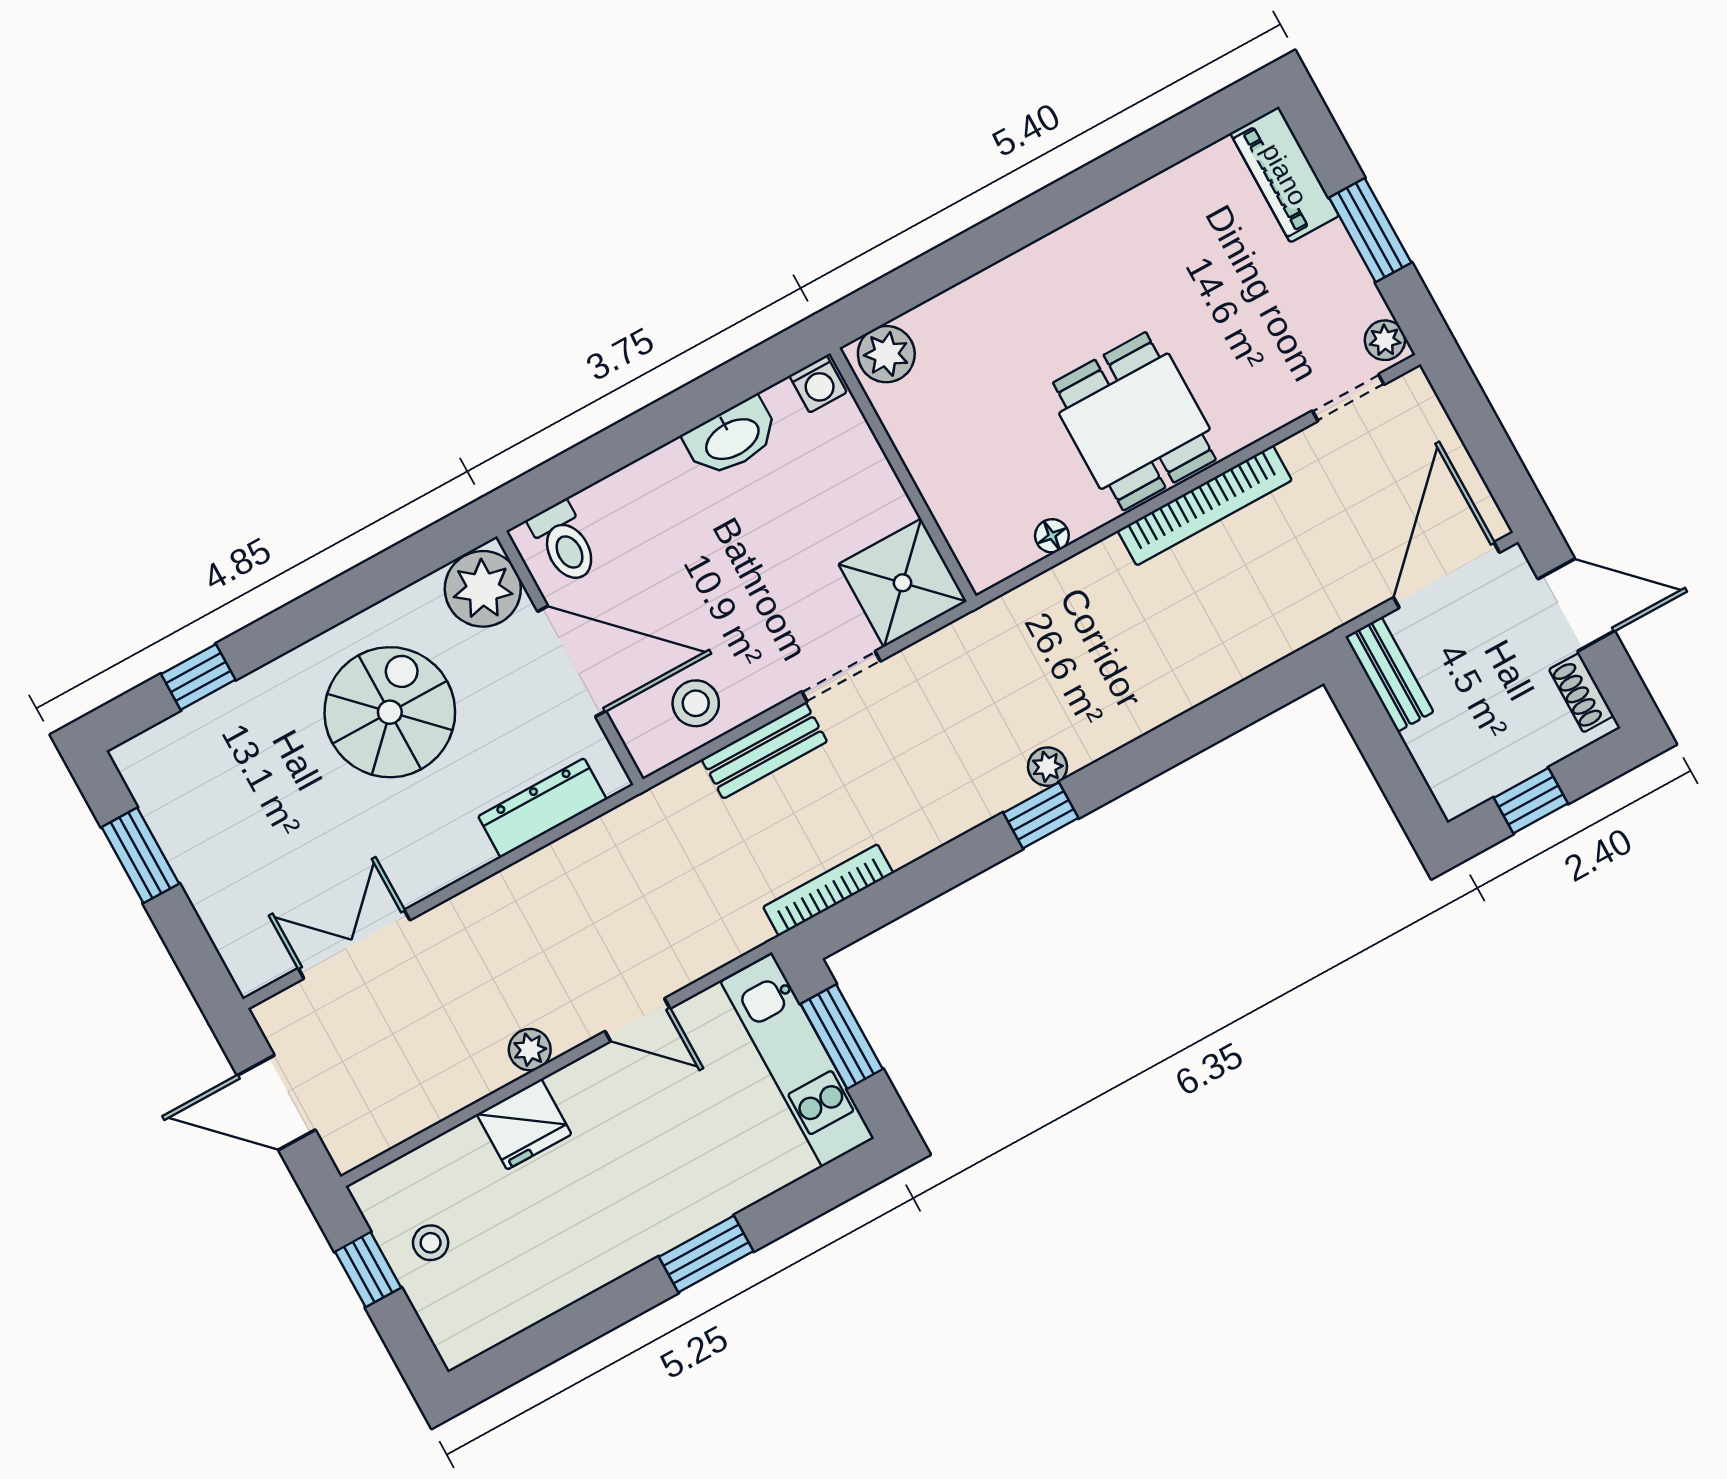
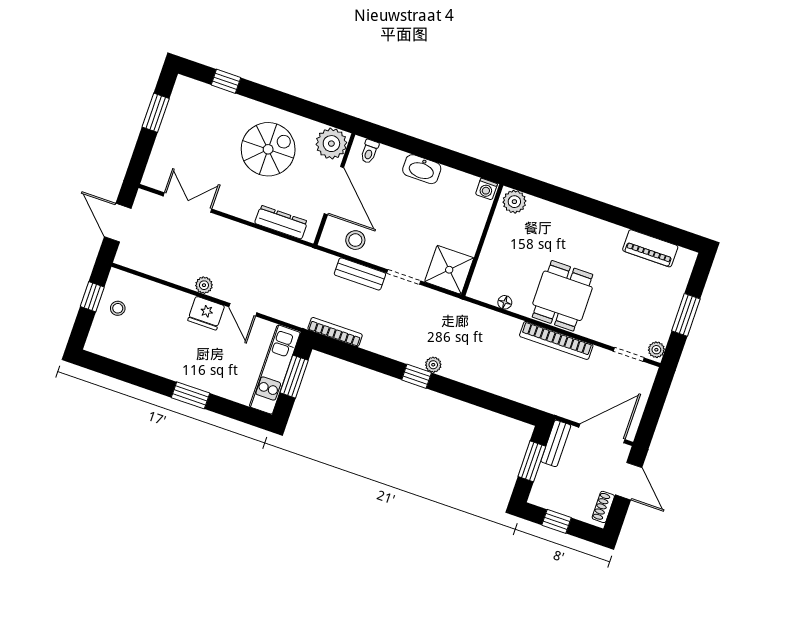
piano: (1285, 174) -> (650, 248), moved, turned -90
washbasin: (732, 438) -> (422, 169), moved
toilet: (564, 543) -> (369, 151), width x0.73, depth x0.72
window: (1383, 747) -> (532, 461), added
fridge: (524, 1124) -> (206, 313), moved

